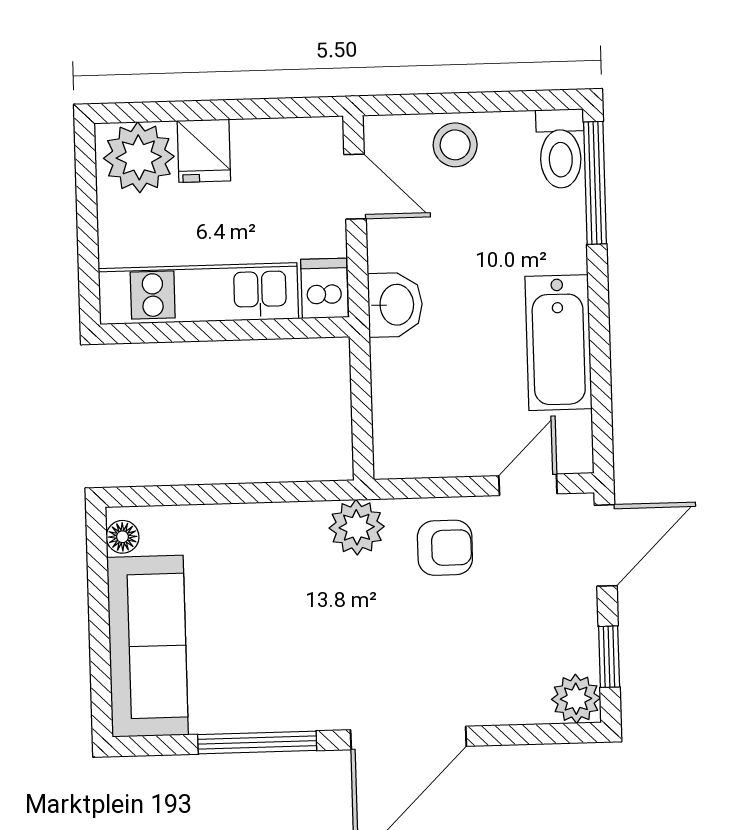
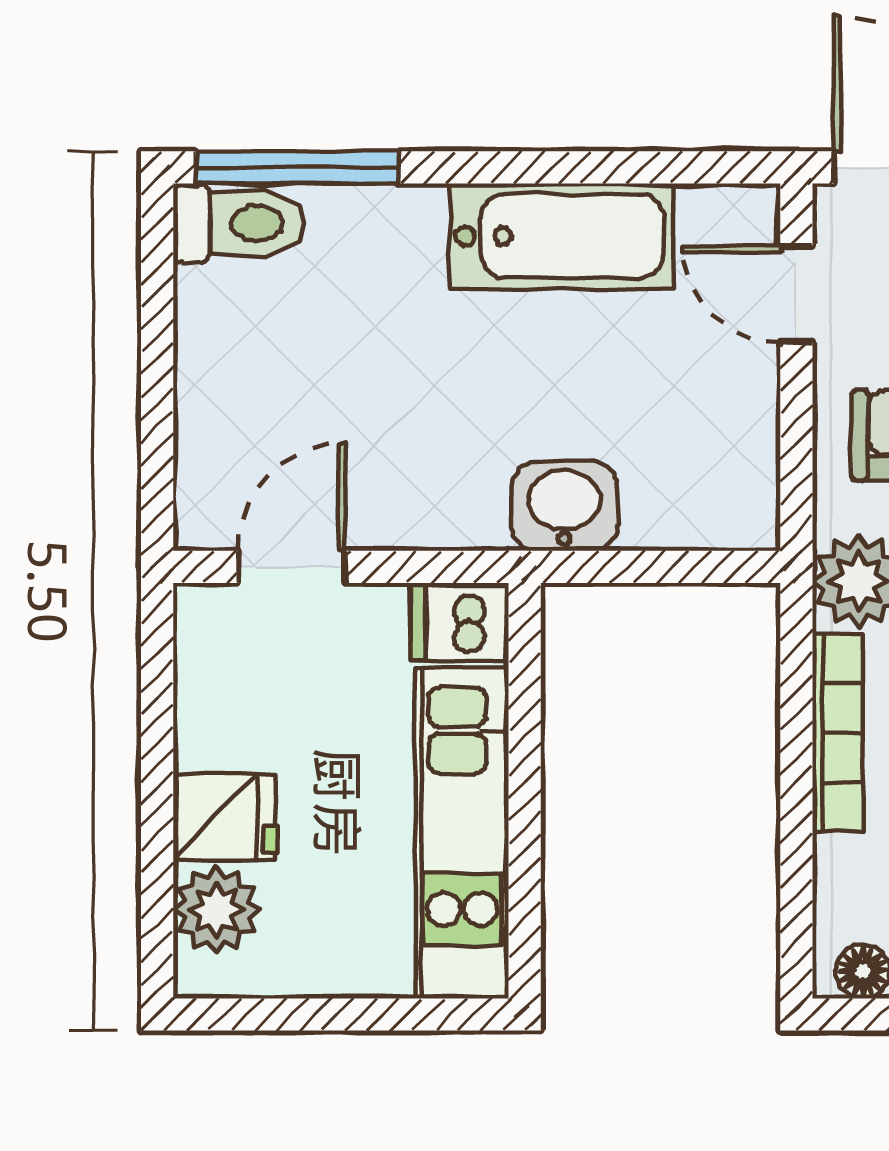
stool: (455, 145) -> (227, 398), removed
plant: (139, 157) -> (216, 910), width x0.73, depth x0.73
washbasin: (395, 305) -> (564, 506), moved
bookcase: (265, 517) -> (838, 733), added

